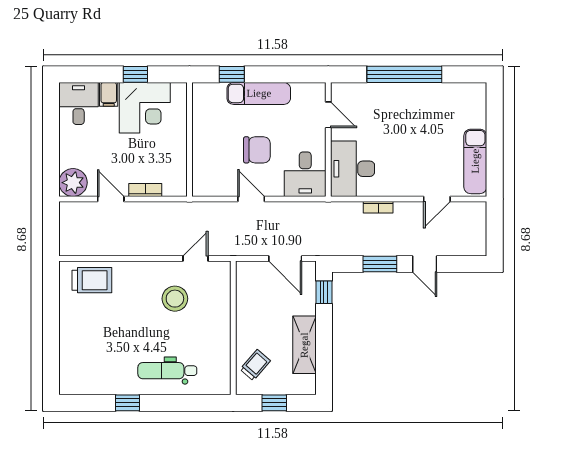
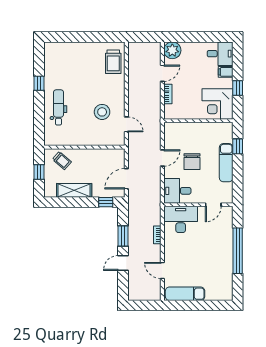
corner desk: (145, 108) -> (218, 104), moved

